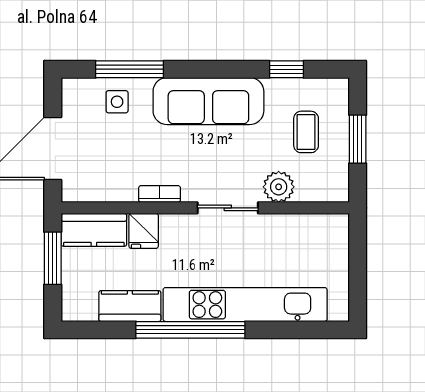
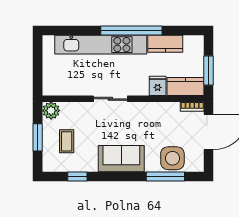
sofa: (208, 101) -> (121, 159), width x0.73
side table: (117, 102) -> (172, 158), width x1.87, depth x1.87
plant: (279, 187) -> (51, 111), moved
bookcase: (160, 194) -> (192, 107), moved

